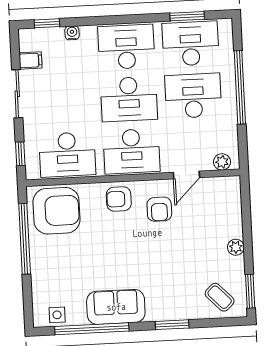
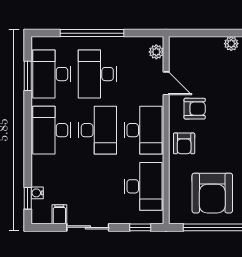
water cooler: (72, 33) -> (37, 193), moved
armchair: (56, 211) -> (212, 193), moved, turned 180

